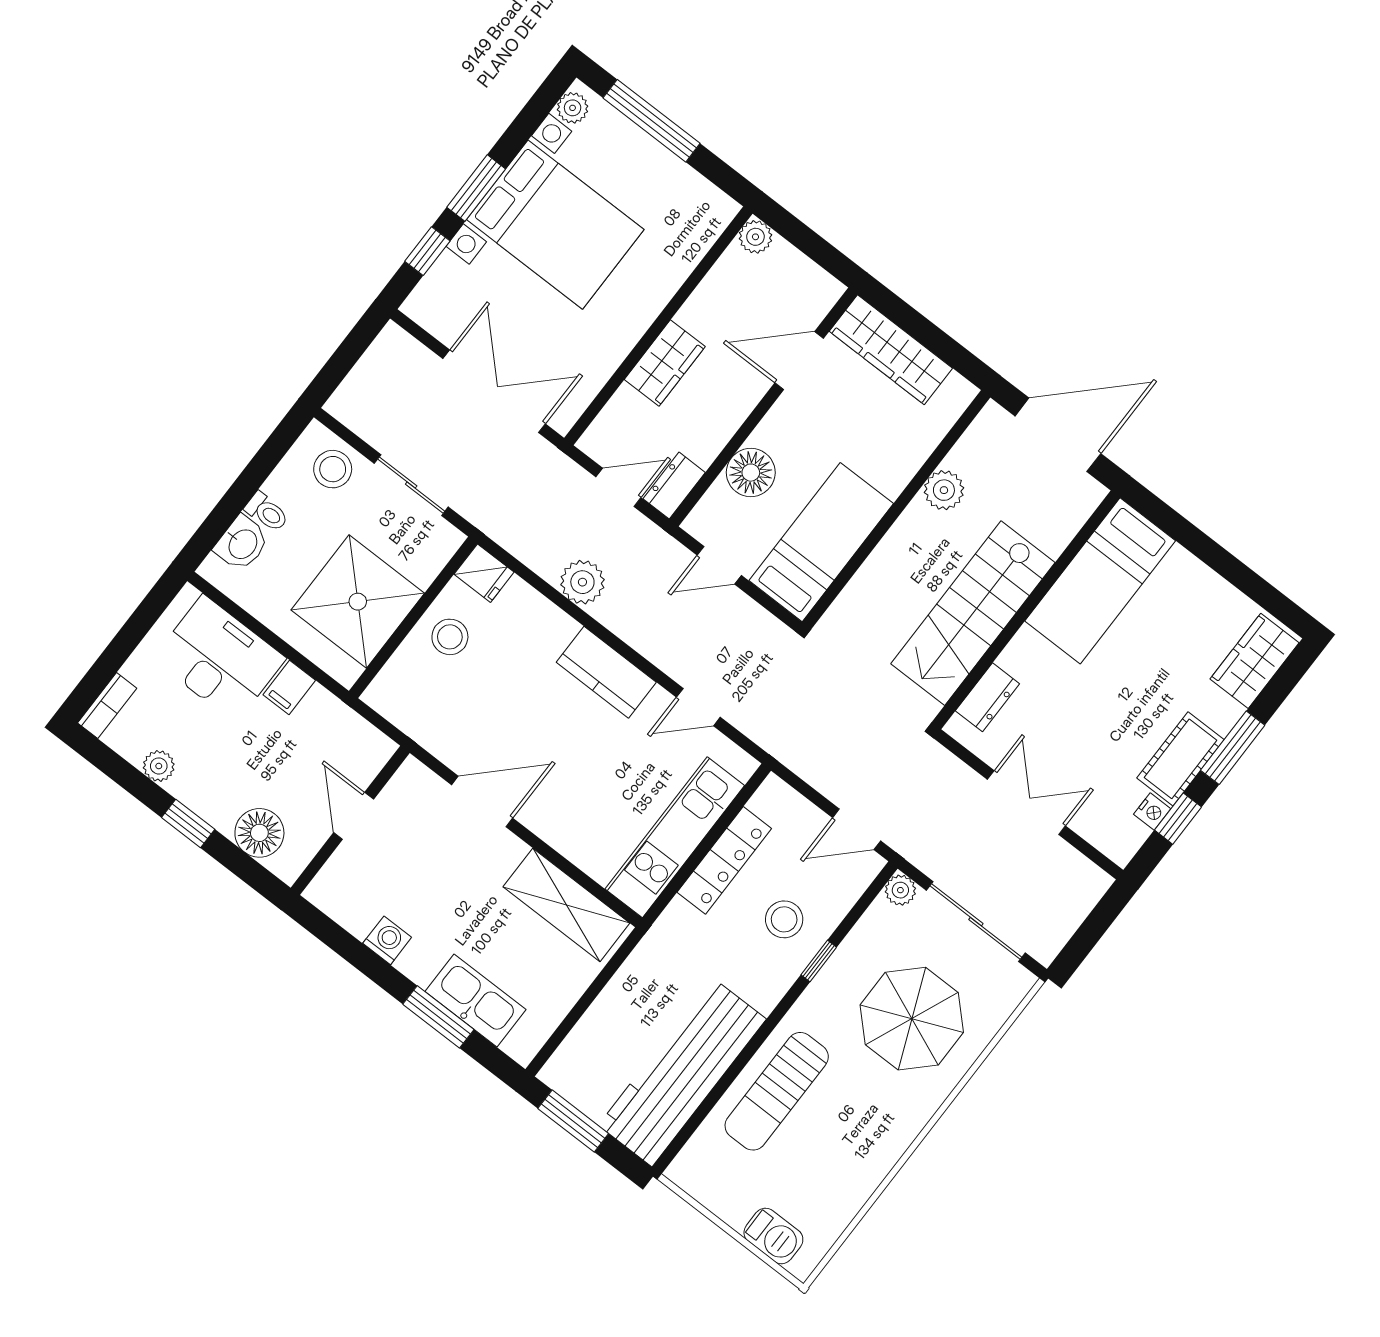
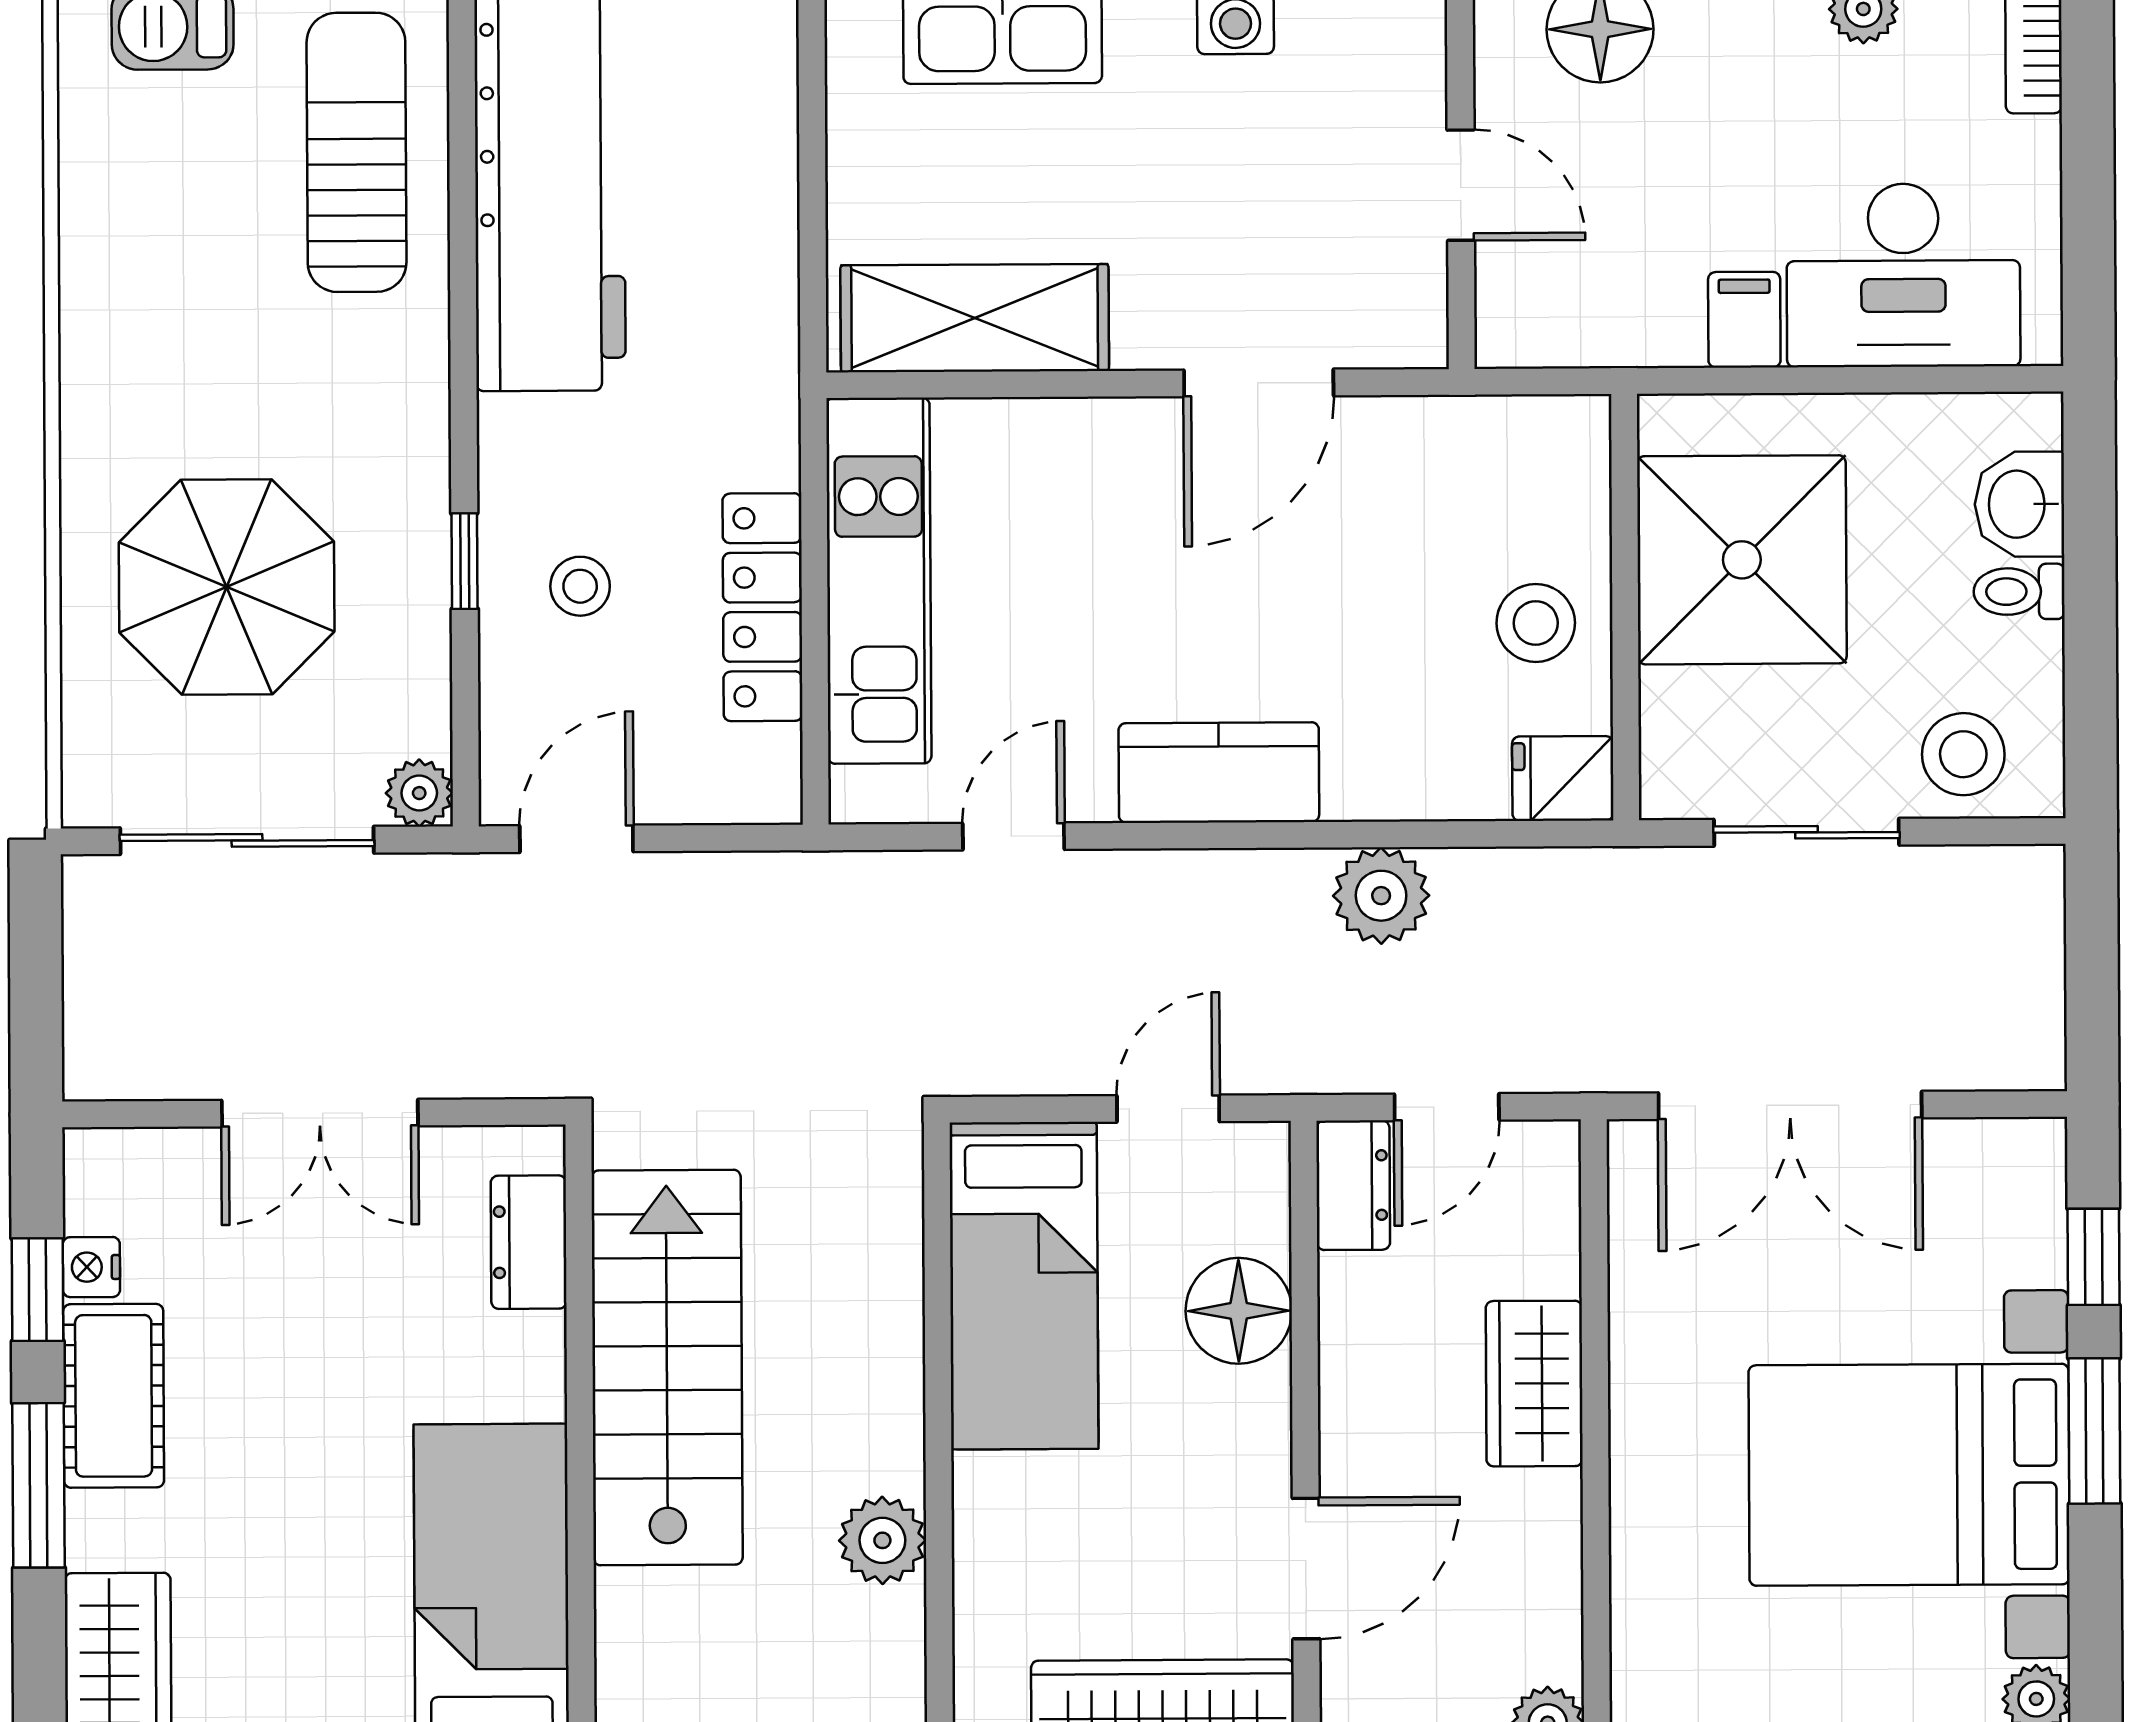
stool: (784, 919) -> (580, 586), width x0.73, depth x0.73
sun lounger: (777, 1091) -> (357, 152), moved

